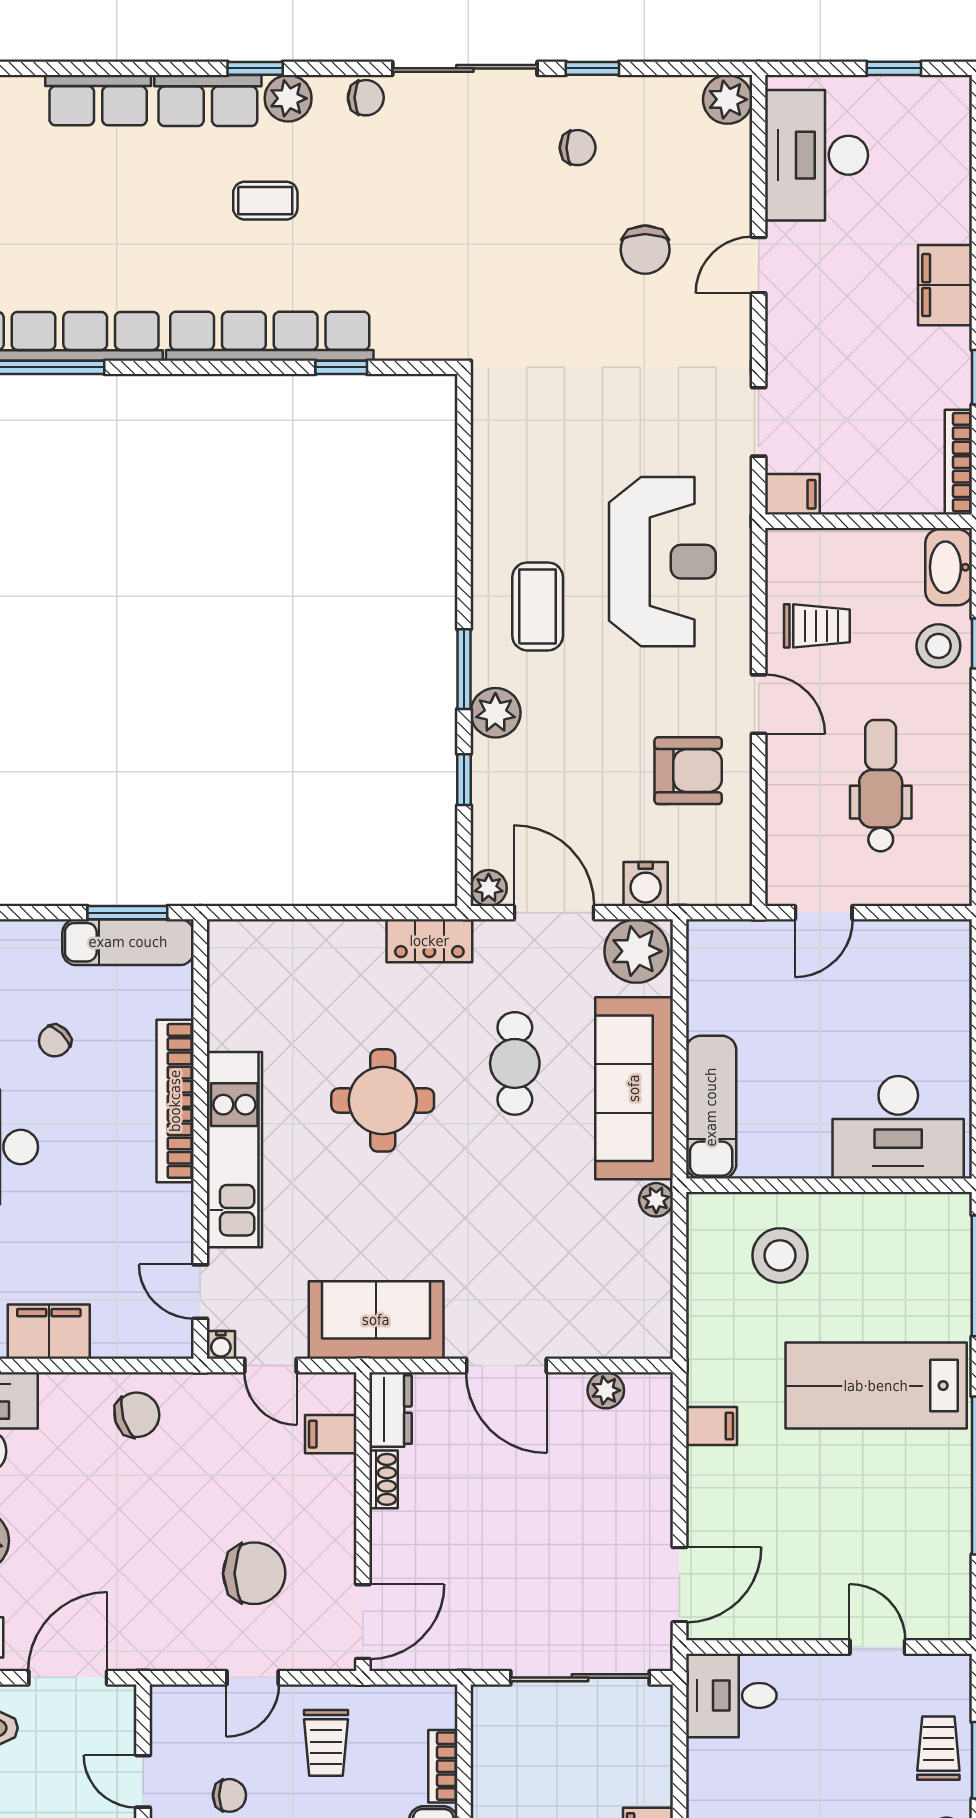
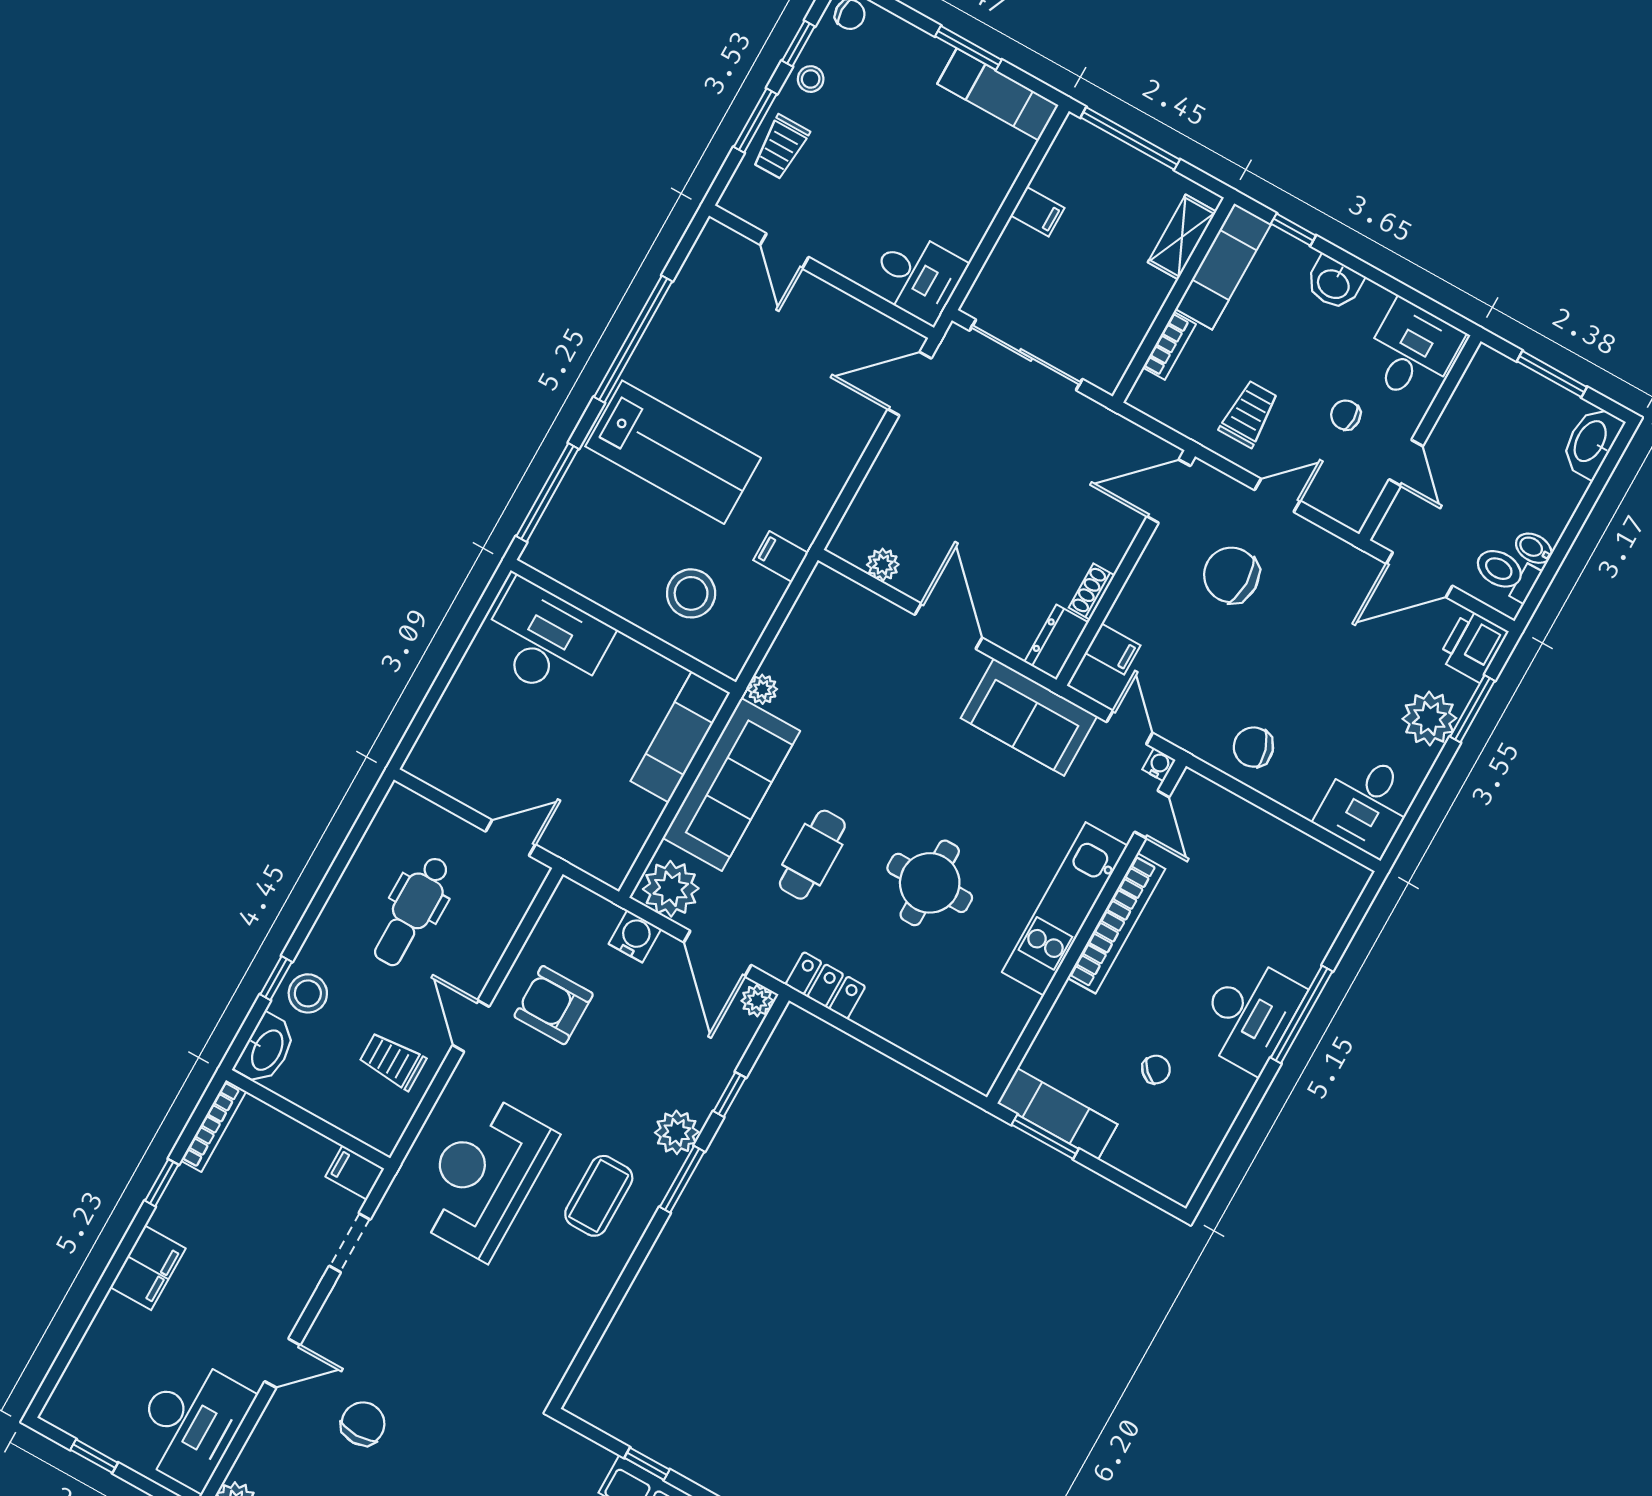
bookcase: (175, 1101) -> (1116, 923), moved
filing cabinet: (49, 1332) -> (1285, 849), removed
filing cabinet: (712, 1426) -> (781, 556), moved

